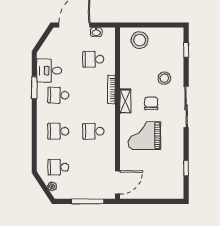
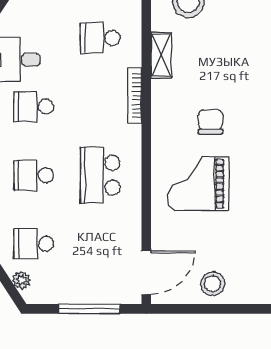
stool: (164, 78) -> (213, 284), moved
shelving: (125, 101) -> (161, 55), moved
school desk: (93, 131) -> (100, 175), width x1.85

